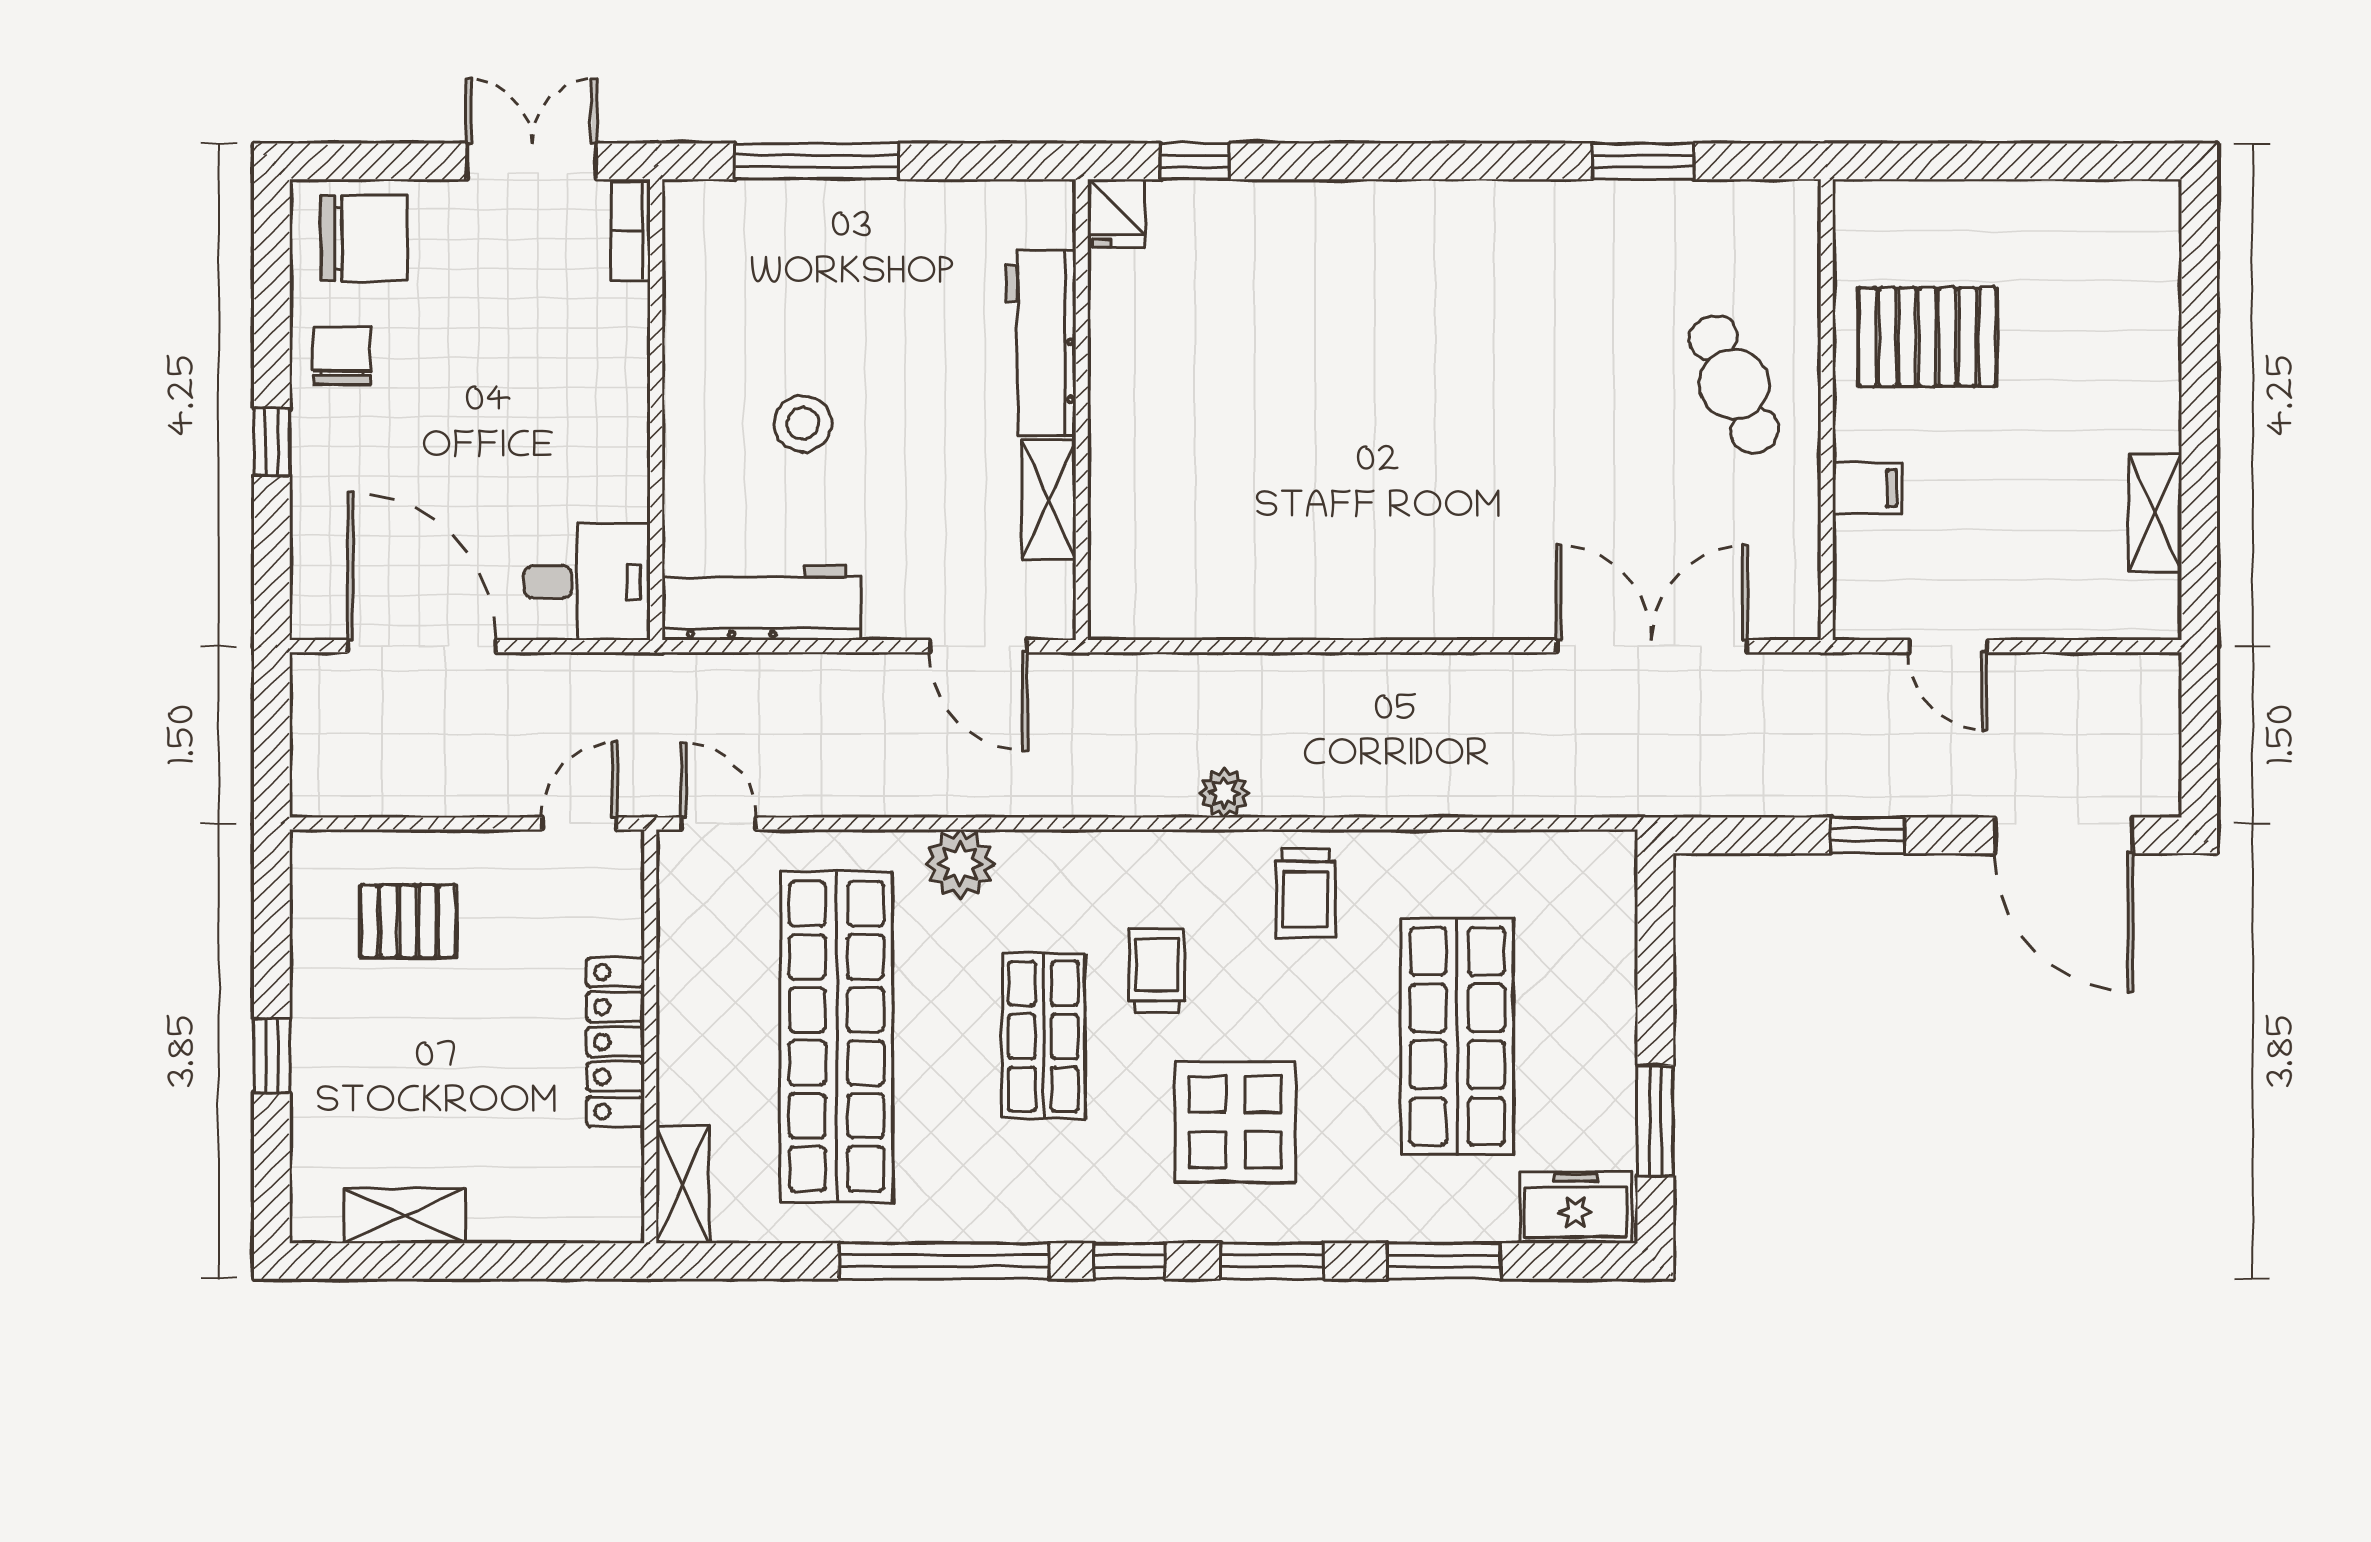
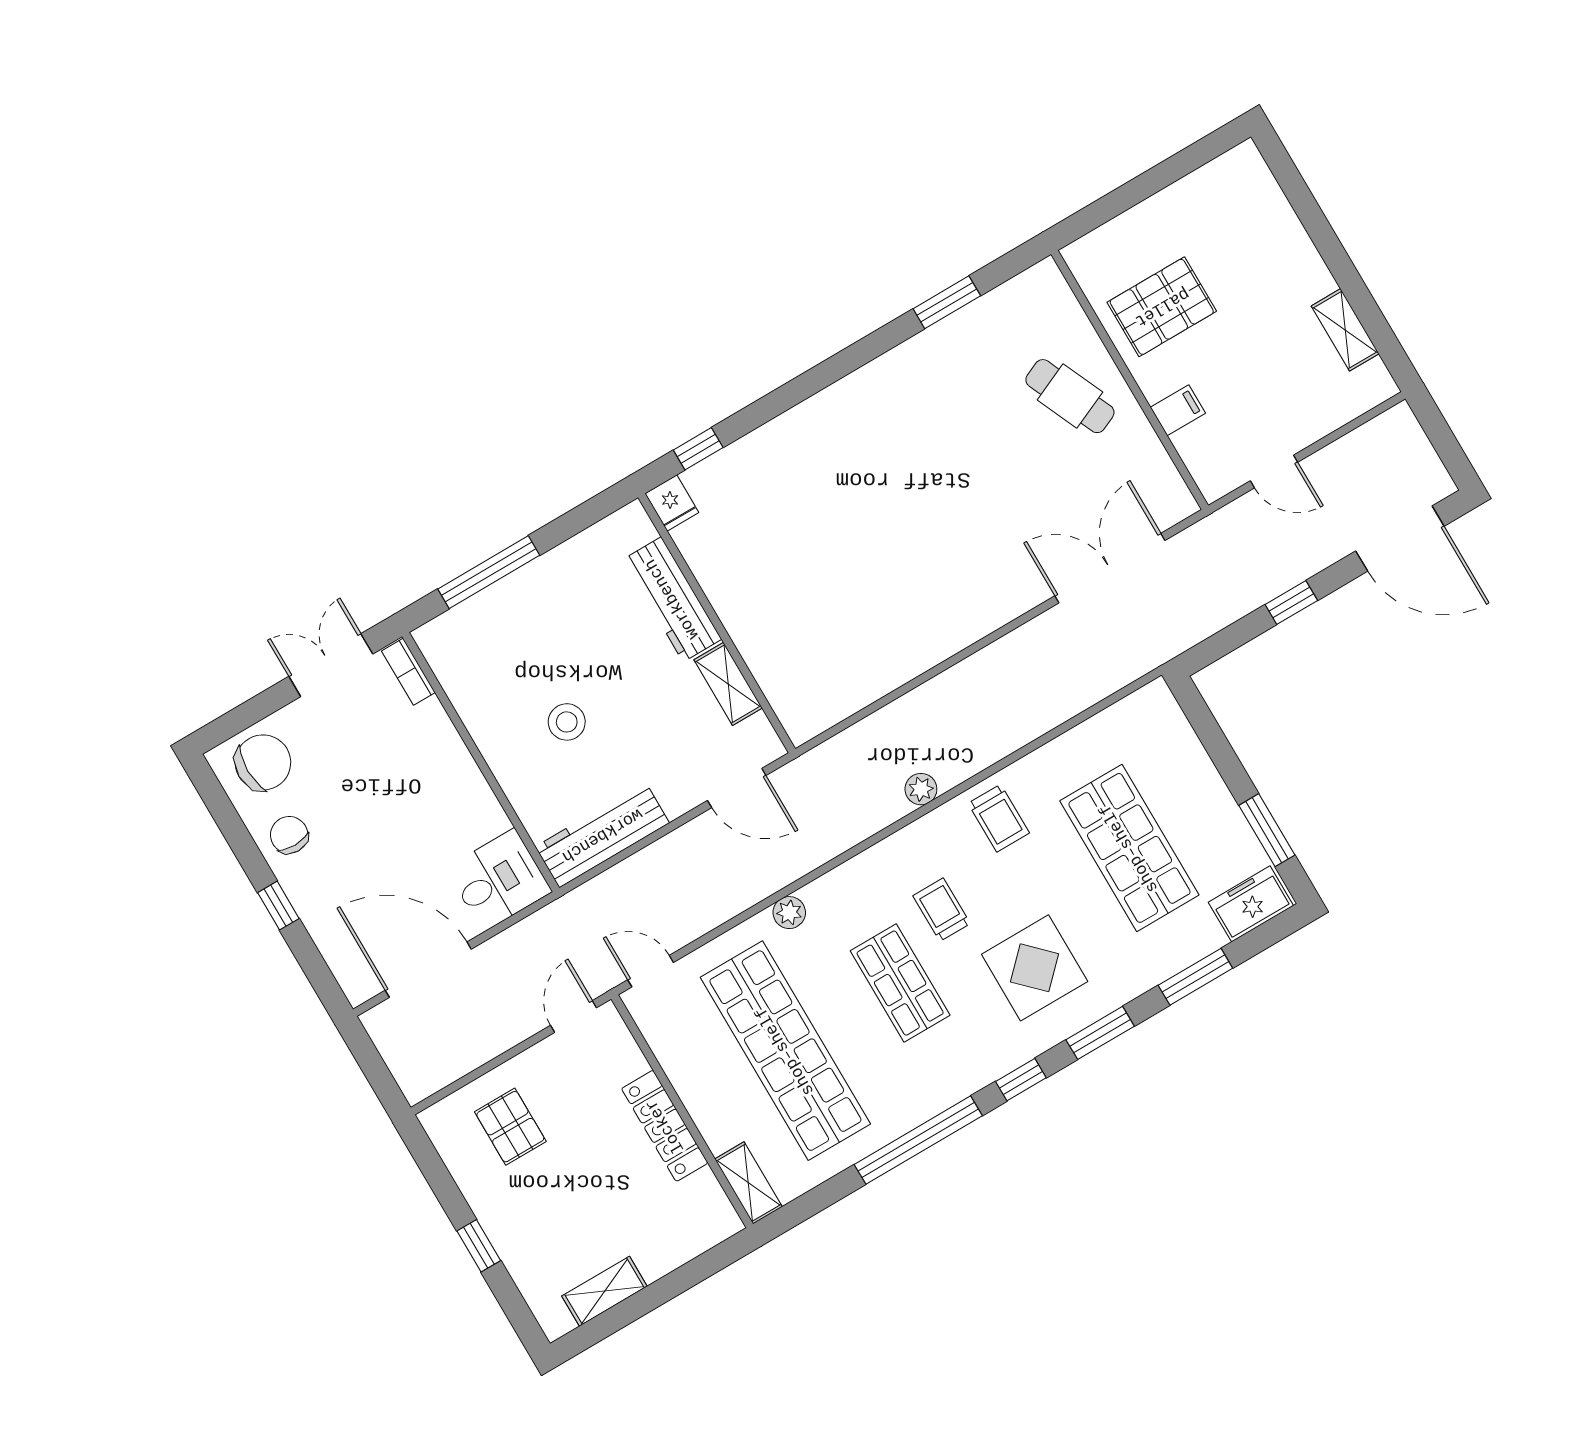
plant: (960, 864) -> (789, 913), width x0.73, depth x0.73
pallet: (408, 921) -> (510, 1127), turned 90

